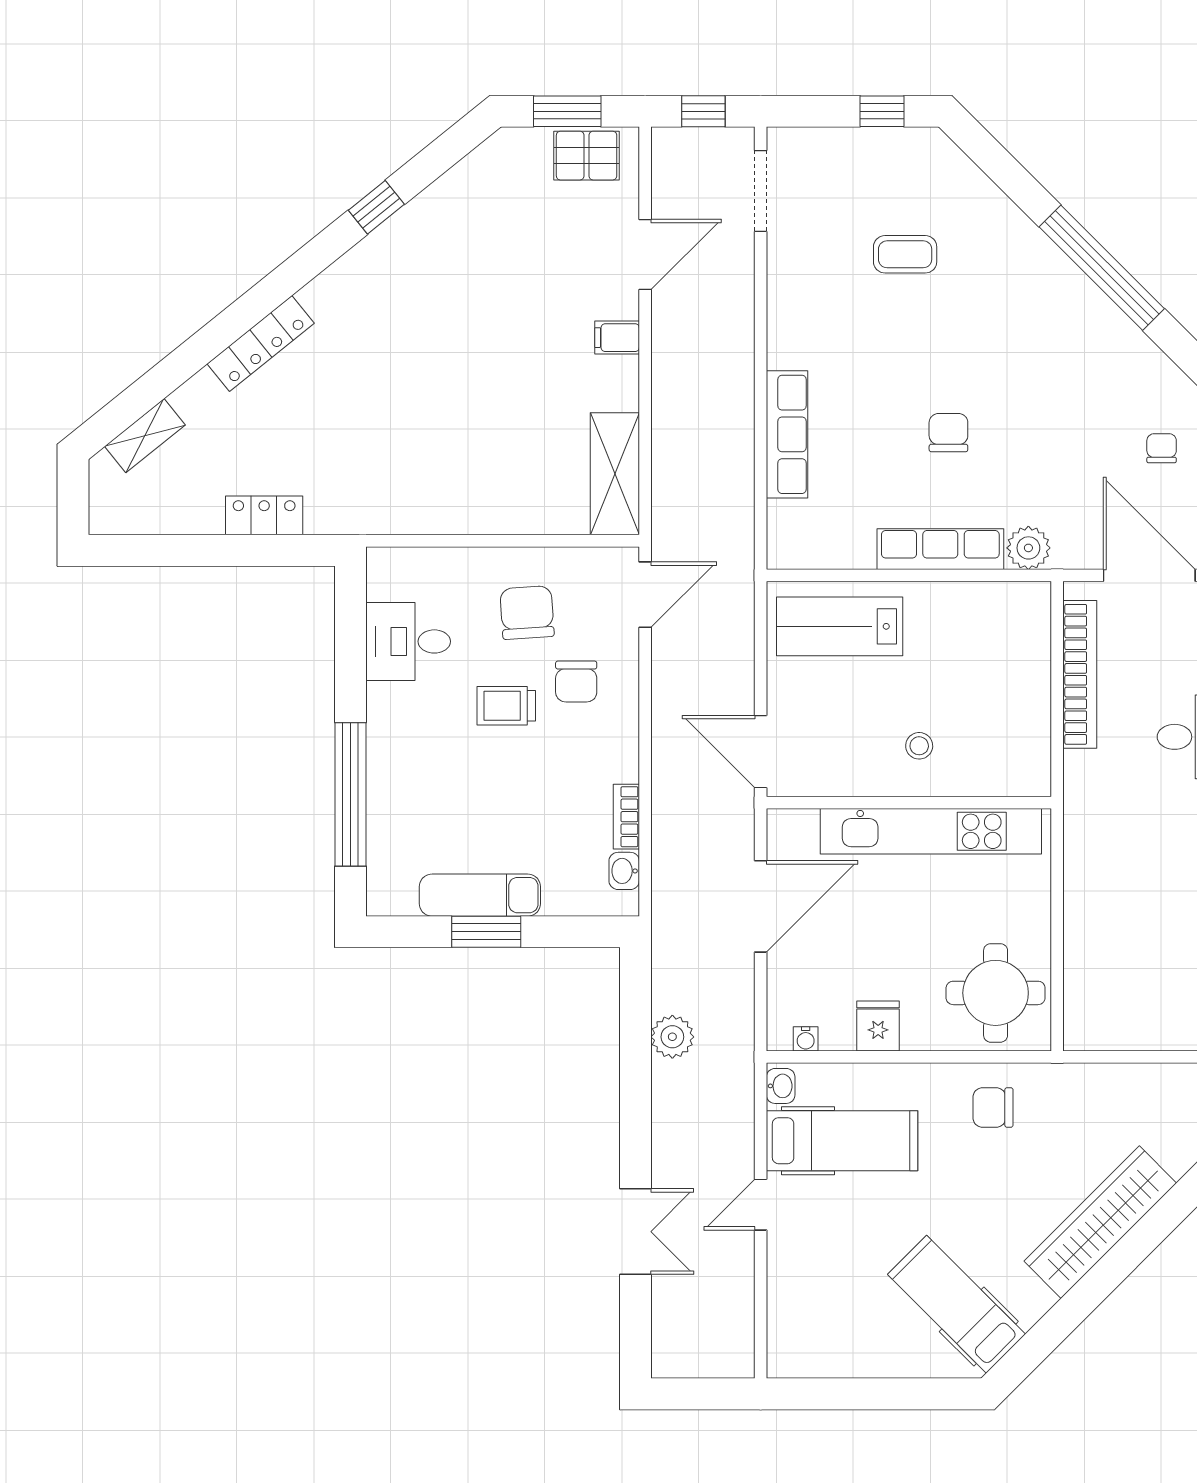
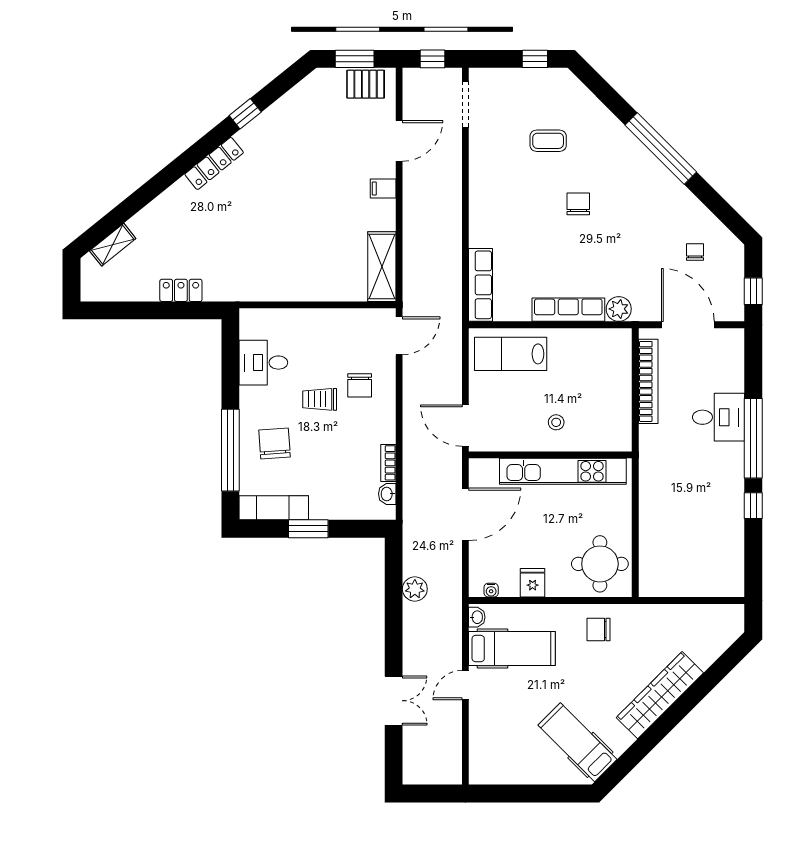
locker: (261, 343) -> (214, 163), moved
chair: (948, 433) -> (578, 204), moved
row of seats: (787, 434) -> (480, 285), moved
chair: (527, 613) -> (275, 444), moved
exam couch: (480, 895) -> (274, 508), moved

